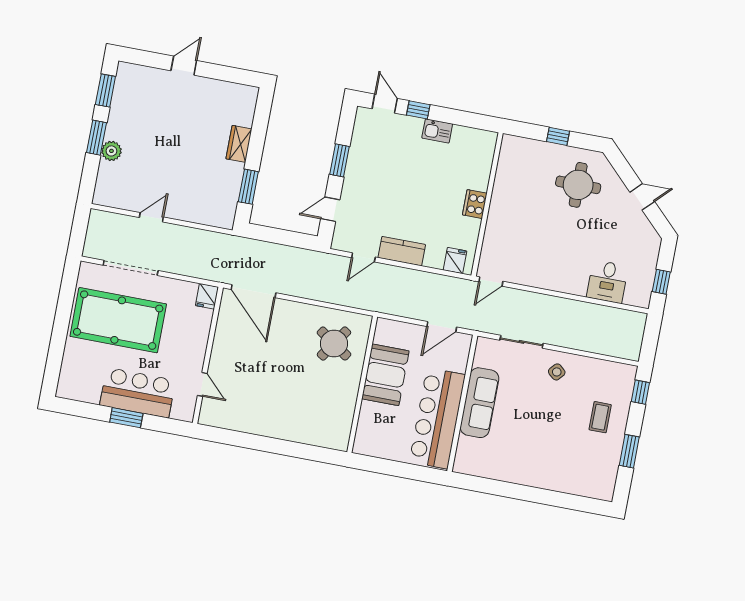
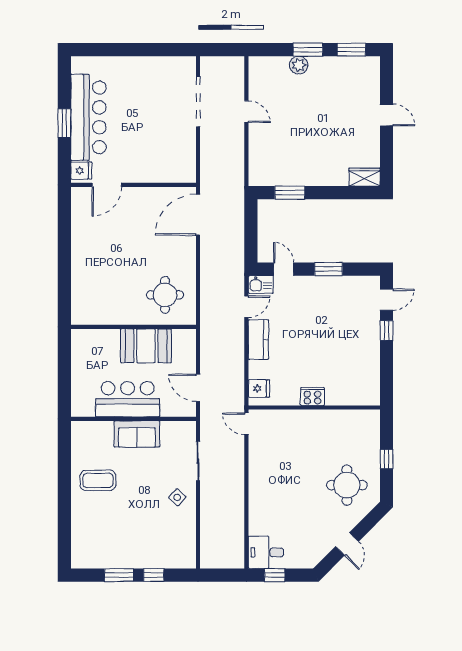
kitchen sink: (437, 131) -> (261, 285), moved, turned -90
wardrobe: (239, 144) -> (365, 177), moved
door: (363, 257) -> (246, 307), swing flipped
desk: (607, 282) -> (266, 552), moved
fridge: (207, 296) -> (81, 170), moved, turned 180
pool table: (118, 320) -> (150, 99), removed
round table: (334, 344) -> (165, 295), turned -34
door: (202, 384) -> (107, 185), width x1.38
window: (640, 392) -> (154, 575), moved
bar counter: (138, 393) -> (88, 117), width x1.36
sofa: (479, 403) -> (137, 434), width x0.73
coffee table: (600, 417) -> (98, 480), moved, width x1.36, depth x1.30
bar counter: (437, 418) -> (128, 399), width x0.73

